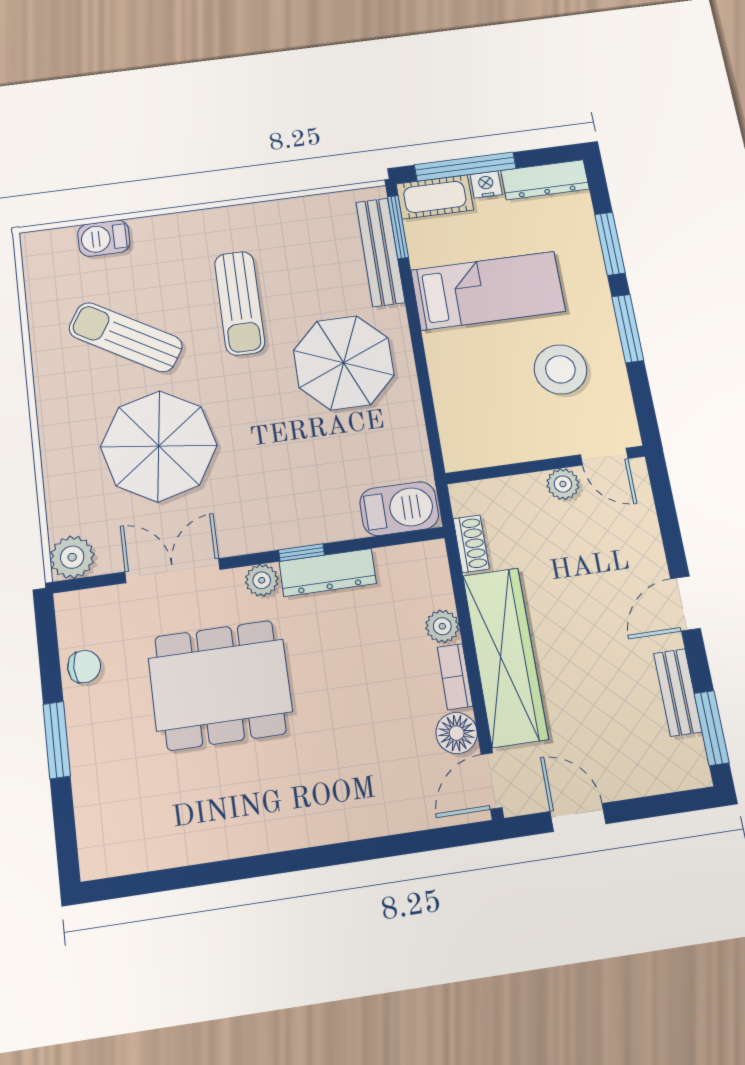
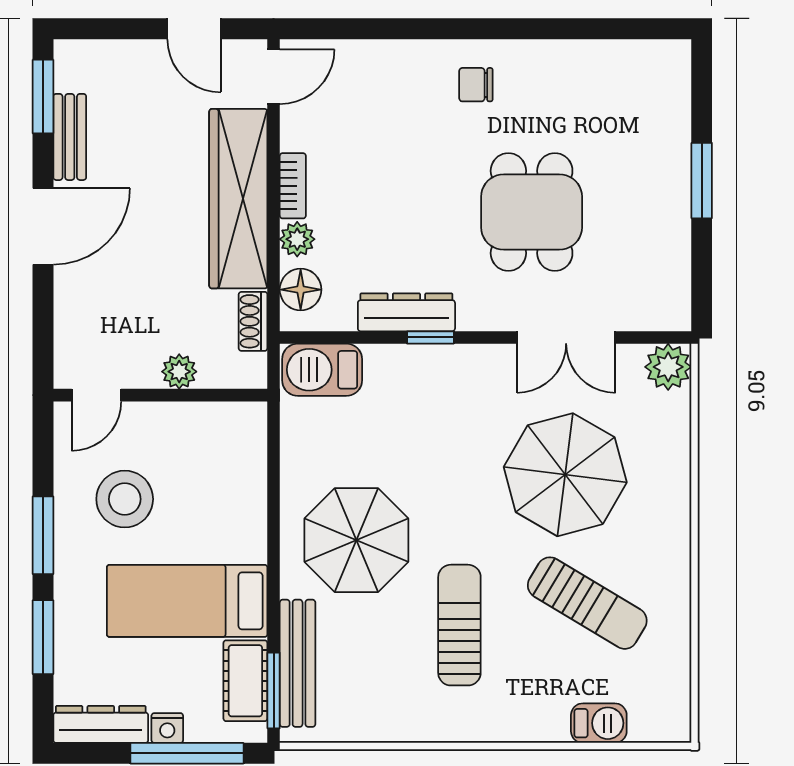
cot: (435, 197) -> (245, 681), moved, turned 90
door: (604, 457) -> (96, 395), swing flipped
plant: (563, 484) -> (179, 372), moved
plant: (262, 580) -> (476, 314), removed
door: (685, 604) -> (43, 226), width x1.38
chair: (84, 667) -> (476, 85), moved
dining table: (220, 685) -> (532, 212), width x0.73
floor lamp: (457, 733) -> (301, 290), moved

